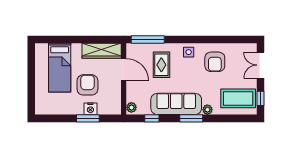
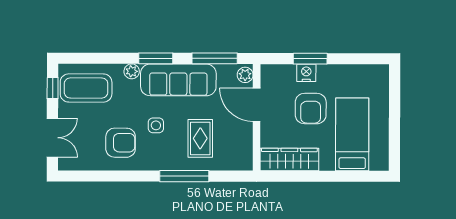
window: (148, 40) -> (184, 176), moved
side table: (189, 52) -> (156, 125), moved
armchair: (215, 62) -> (121, 143), turned 90
door: (124, 70) -> (257, 105), moved
window: (152, 118) -> (215, 58), width x2.17

